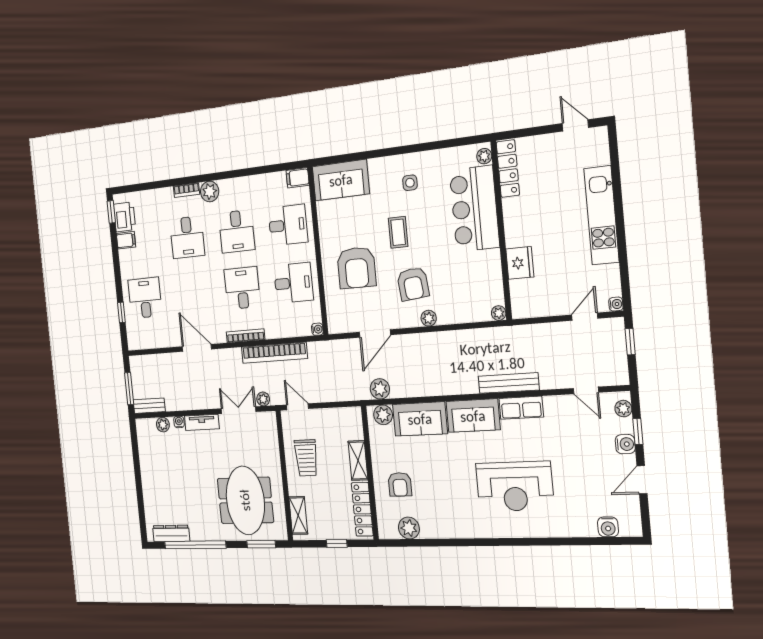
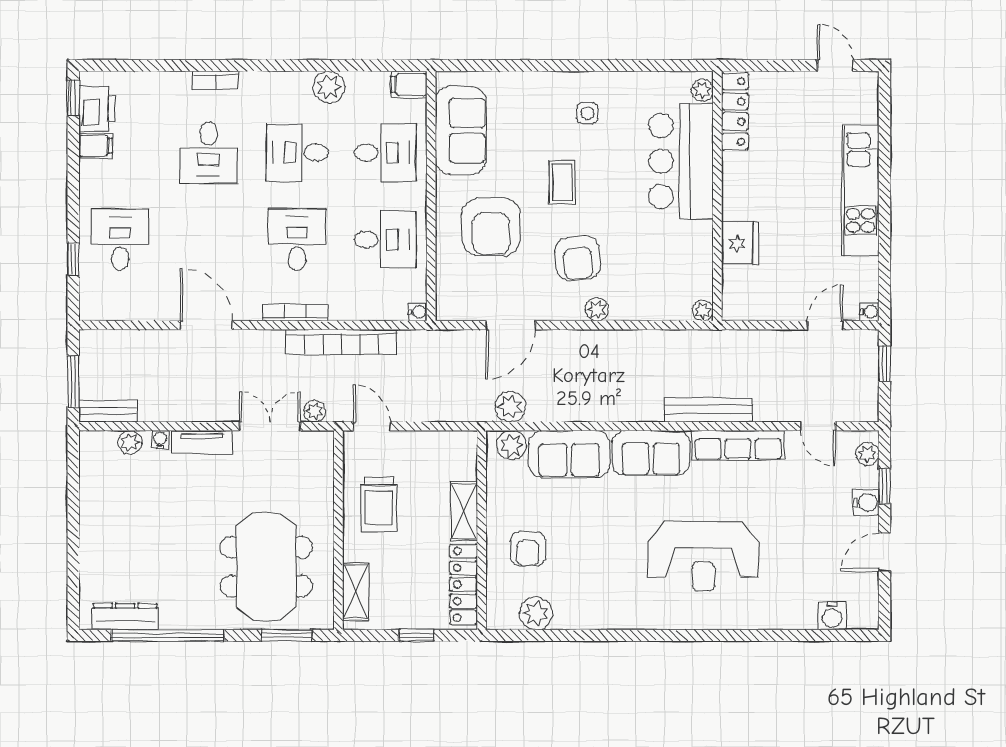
sofa: (341, 180) -> (461, 130), moved, turned -90
plant: (210, 191) -> (329, 87), moved
desk: (237, 231) -> (297, 153), turned 90
row of seats: (521, 408) -> (738, 445), width x1.48

